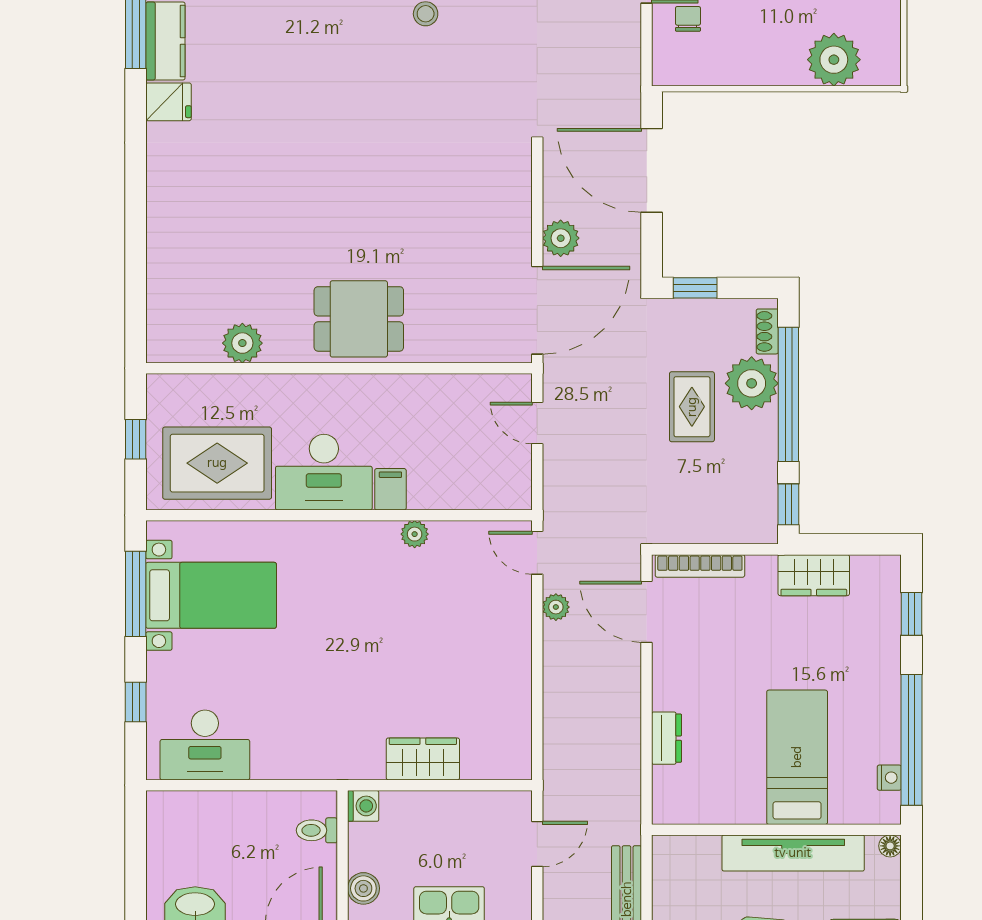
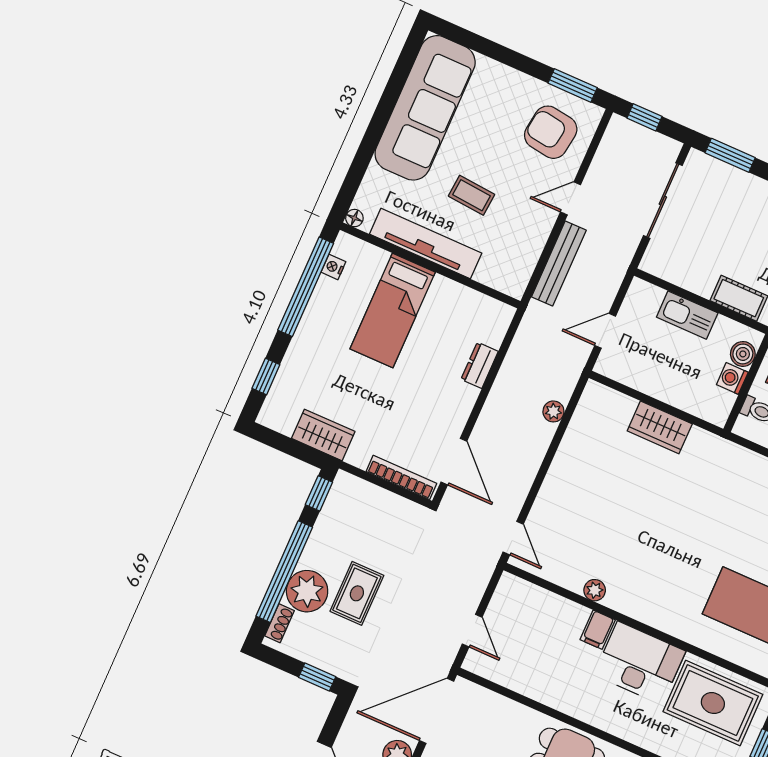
plant: (556, 607) -> (553, 411), moved
washing machine: (363, 806) -> (732, 378), moved

